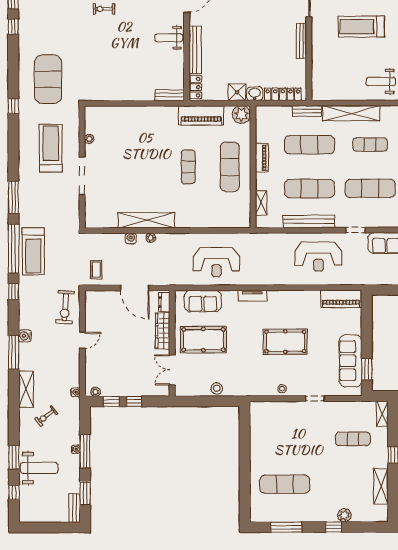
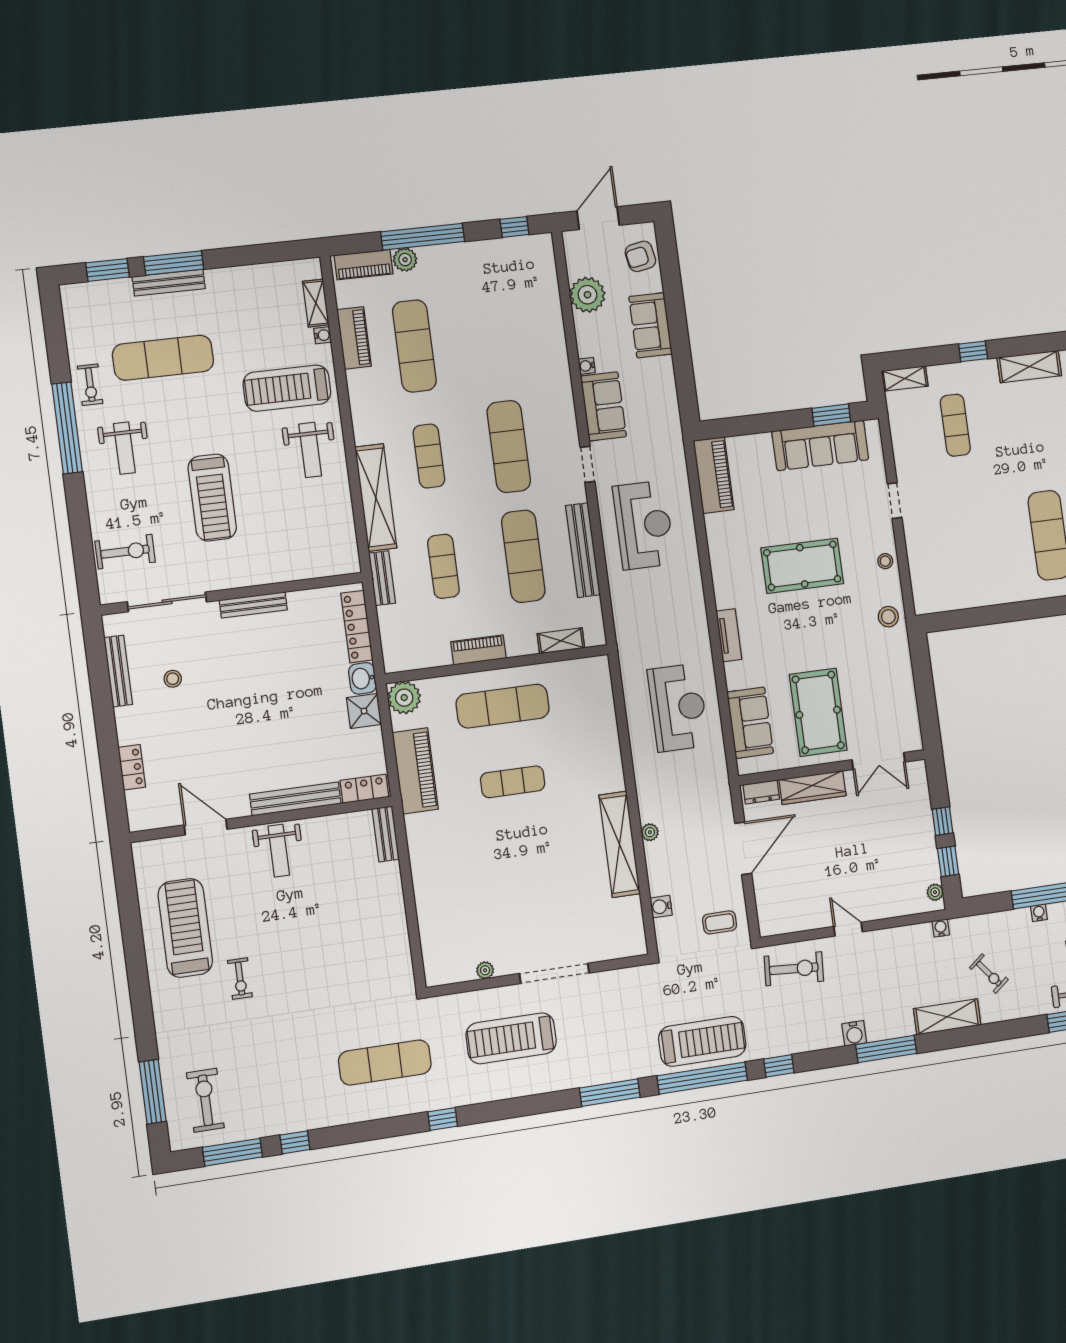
exercise mat: (48, 79) -> (385, 1063), width x0.68
exercise mat: (309, 145) -> (443, 566), width x0.73, depth x0.69
water cooler: (131, 239) -> (661, 907), moved
pool table: (285, 342) -> (802, 566), turned 90
stool: (217, 388) -> (888, 617), moved

